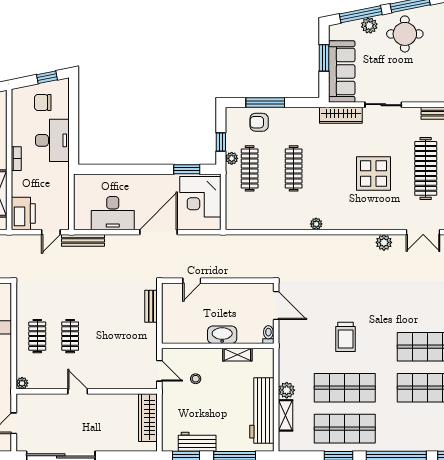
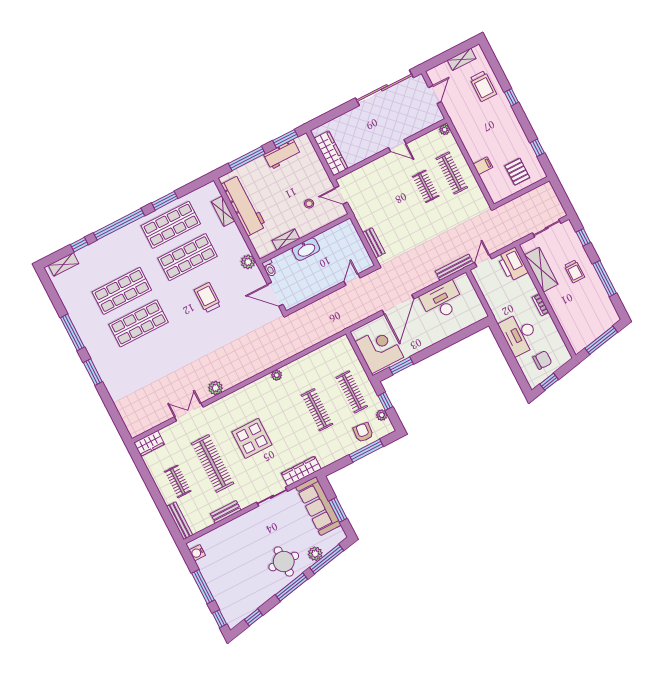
armchair: (259, 122) -> (363, 432), turned -85
plant: (232, 158) -> (382, 415), moved
clothes rail: (37, 336) -> (452, 173), width x1.36
plant: (287, 390) -> (248, 262), moved

